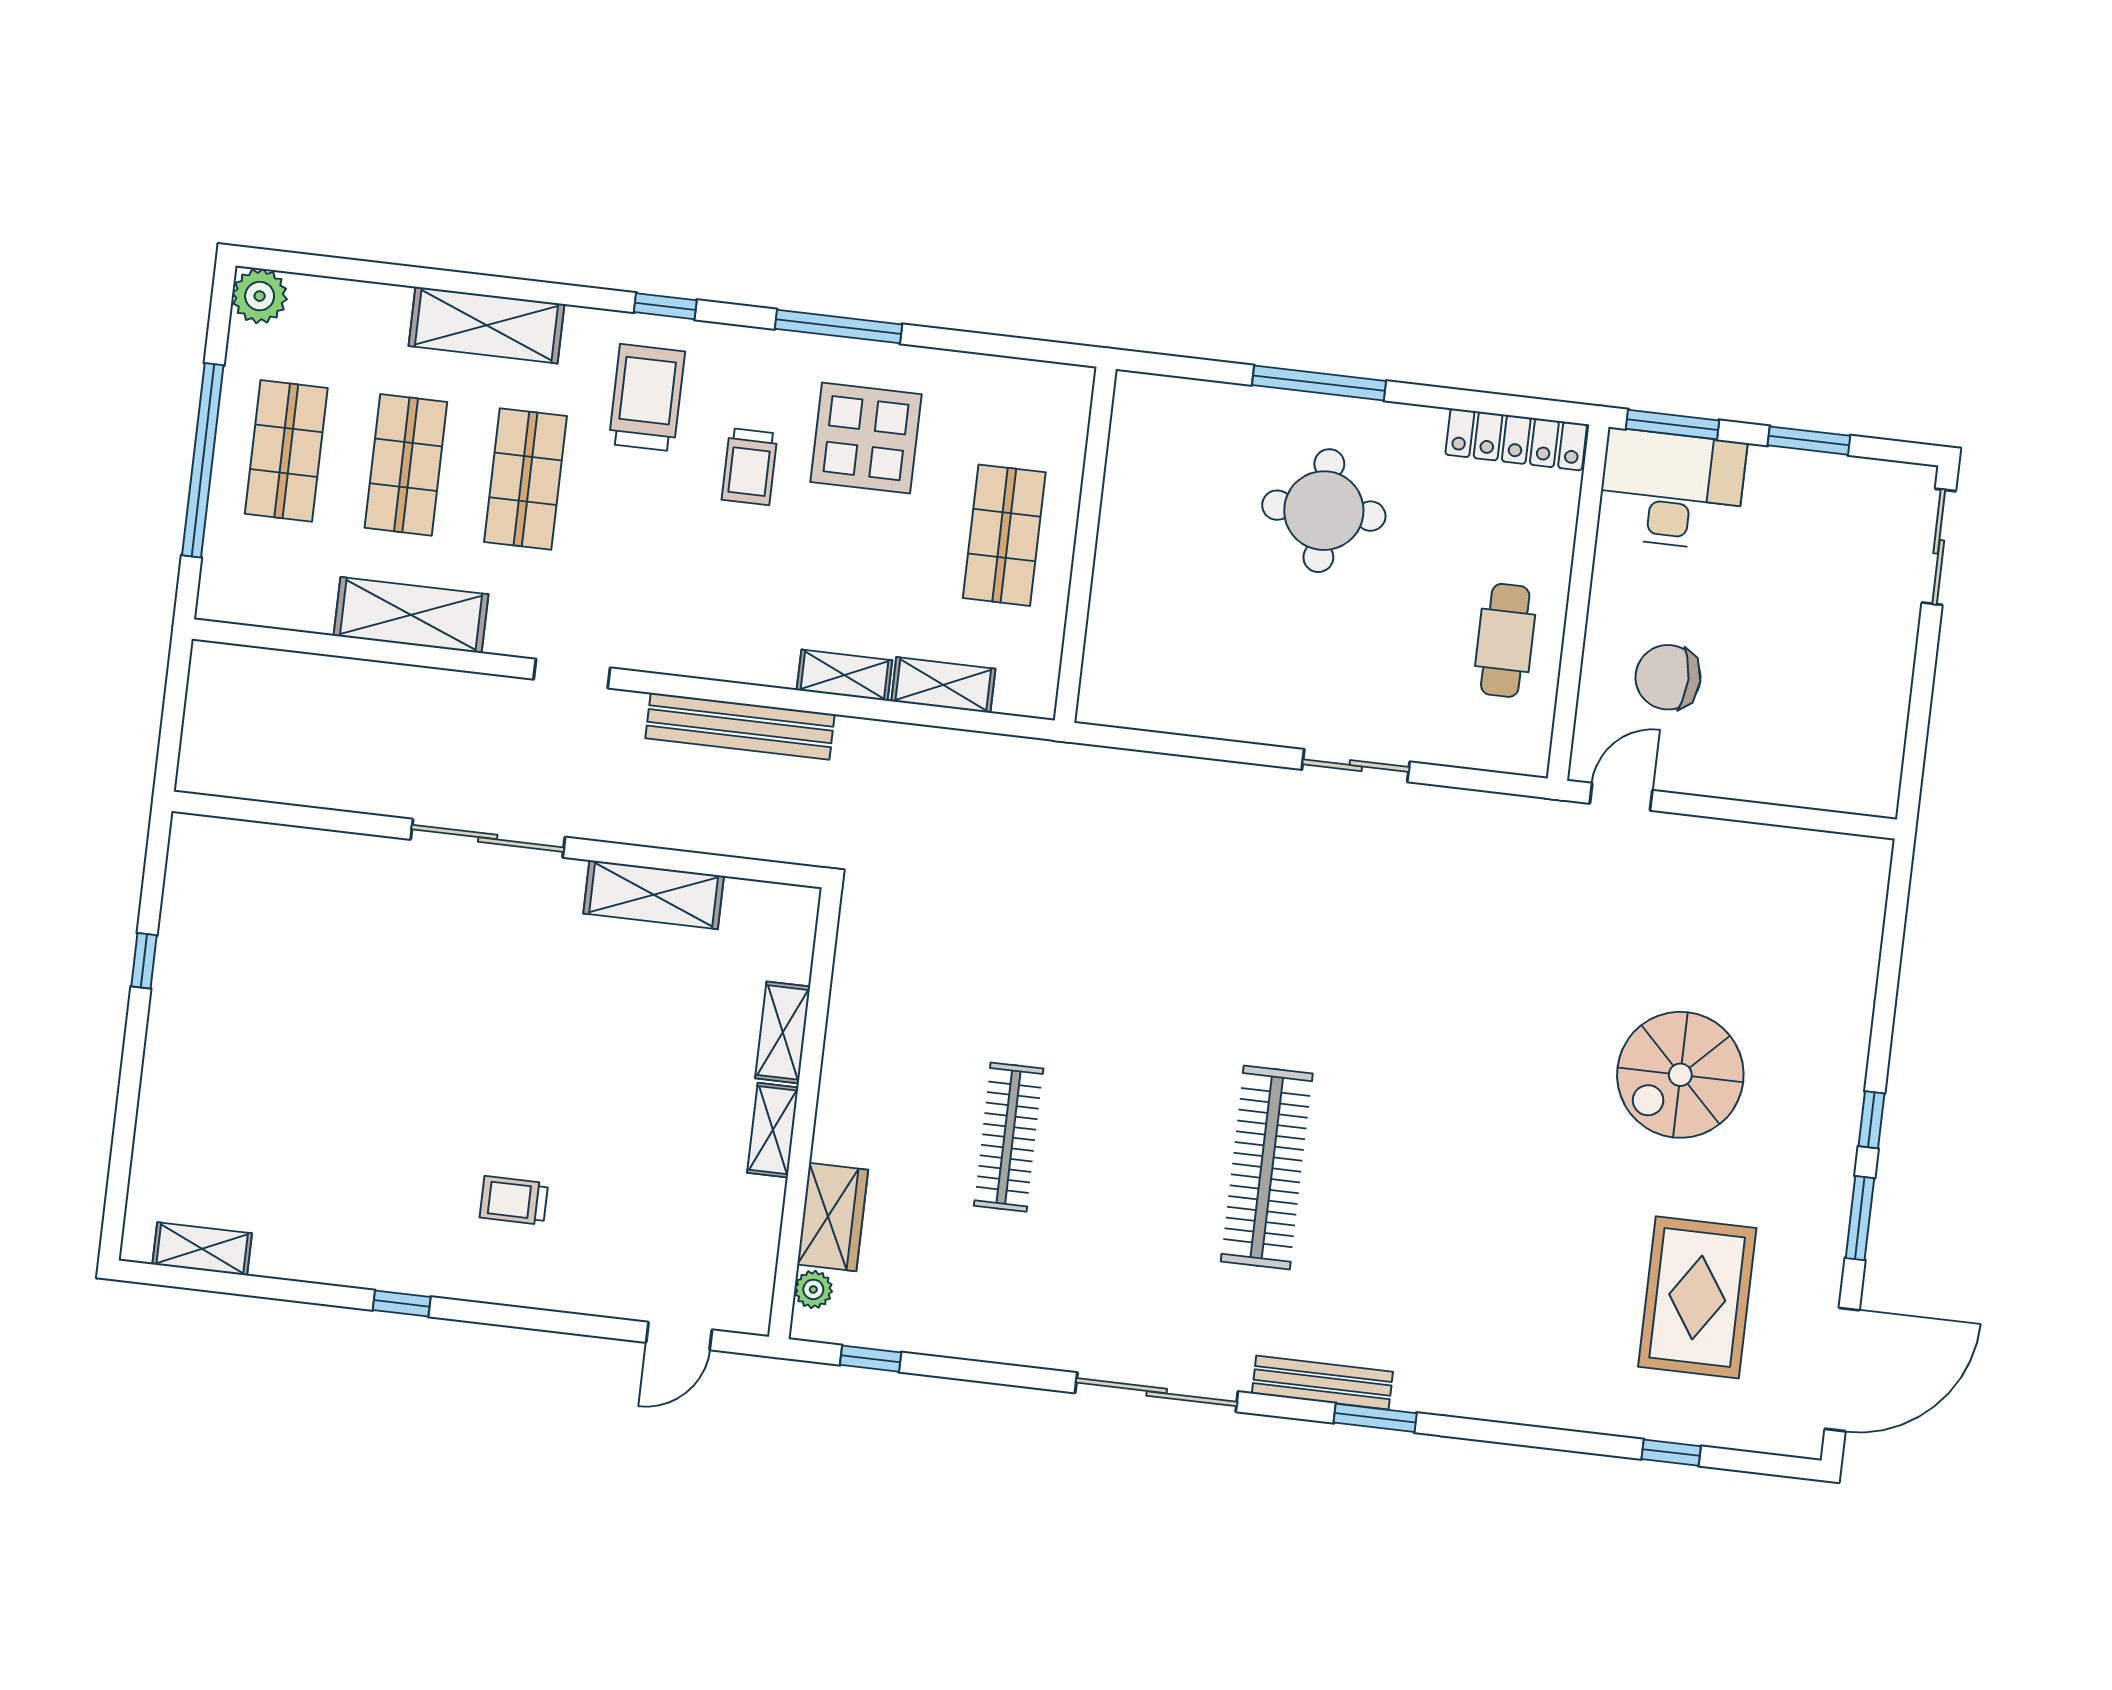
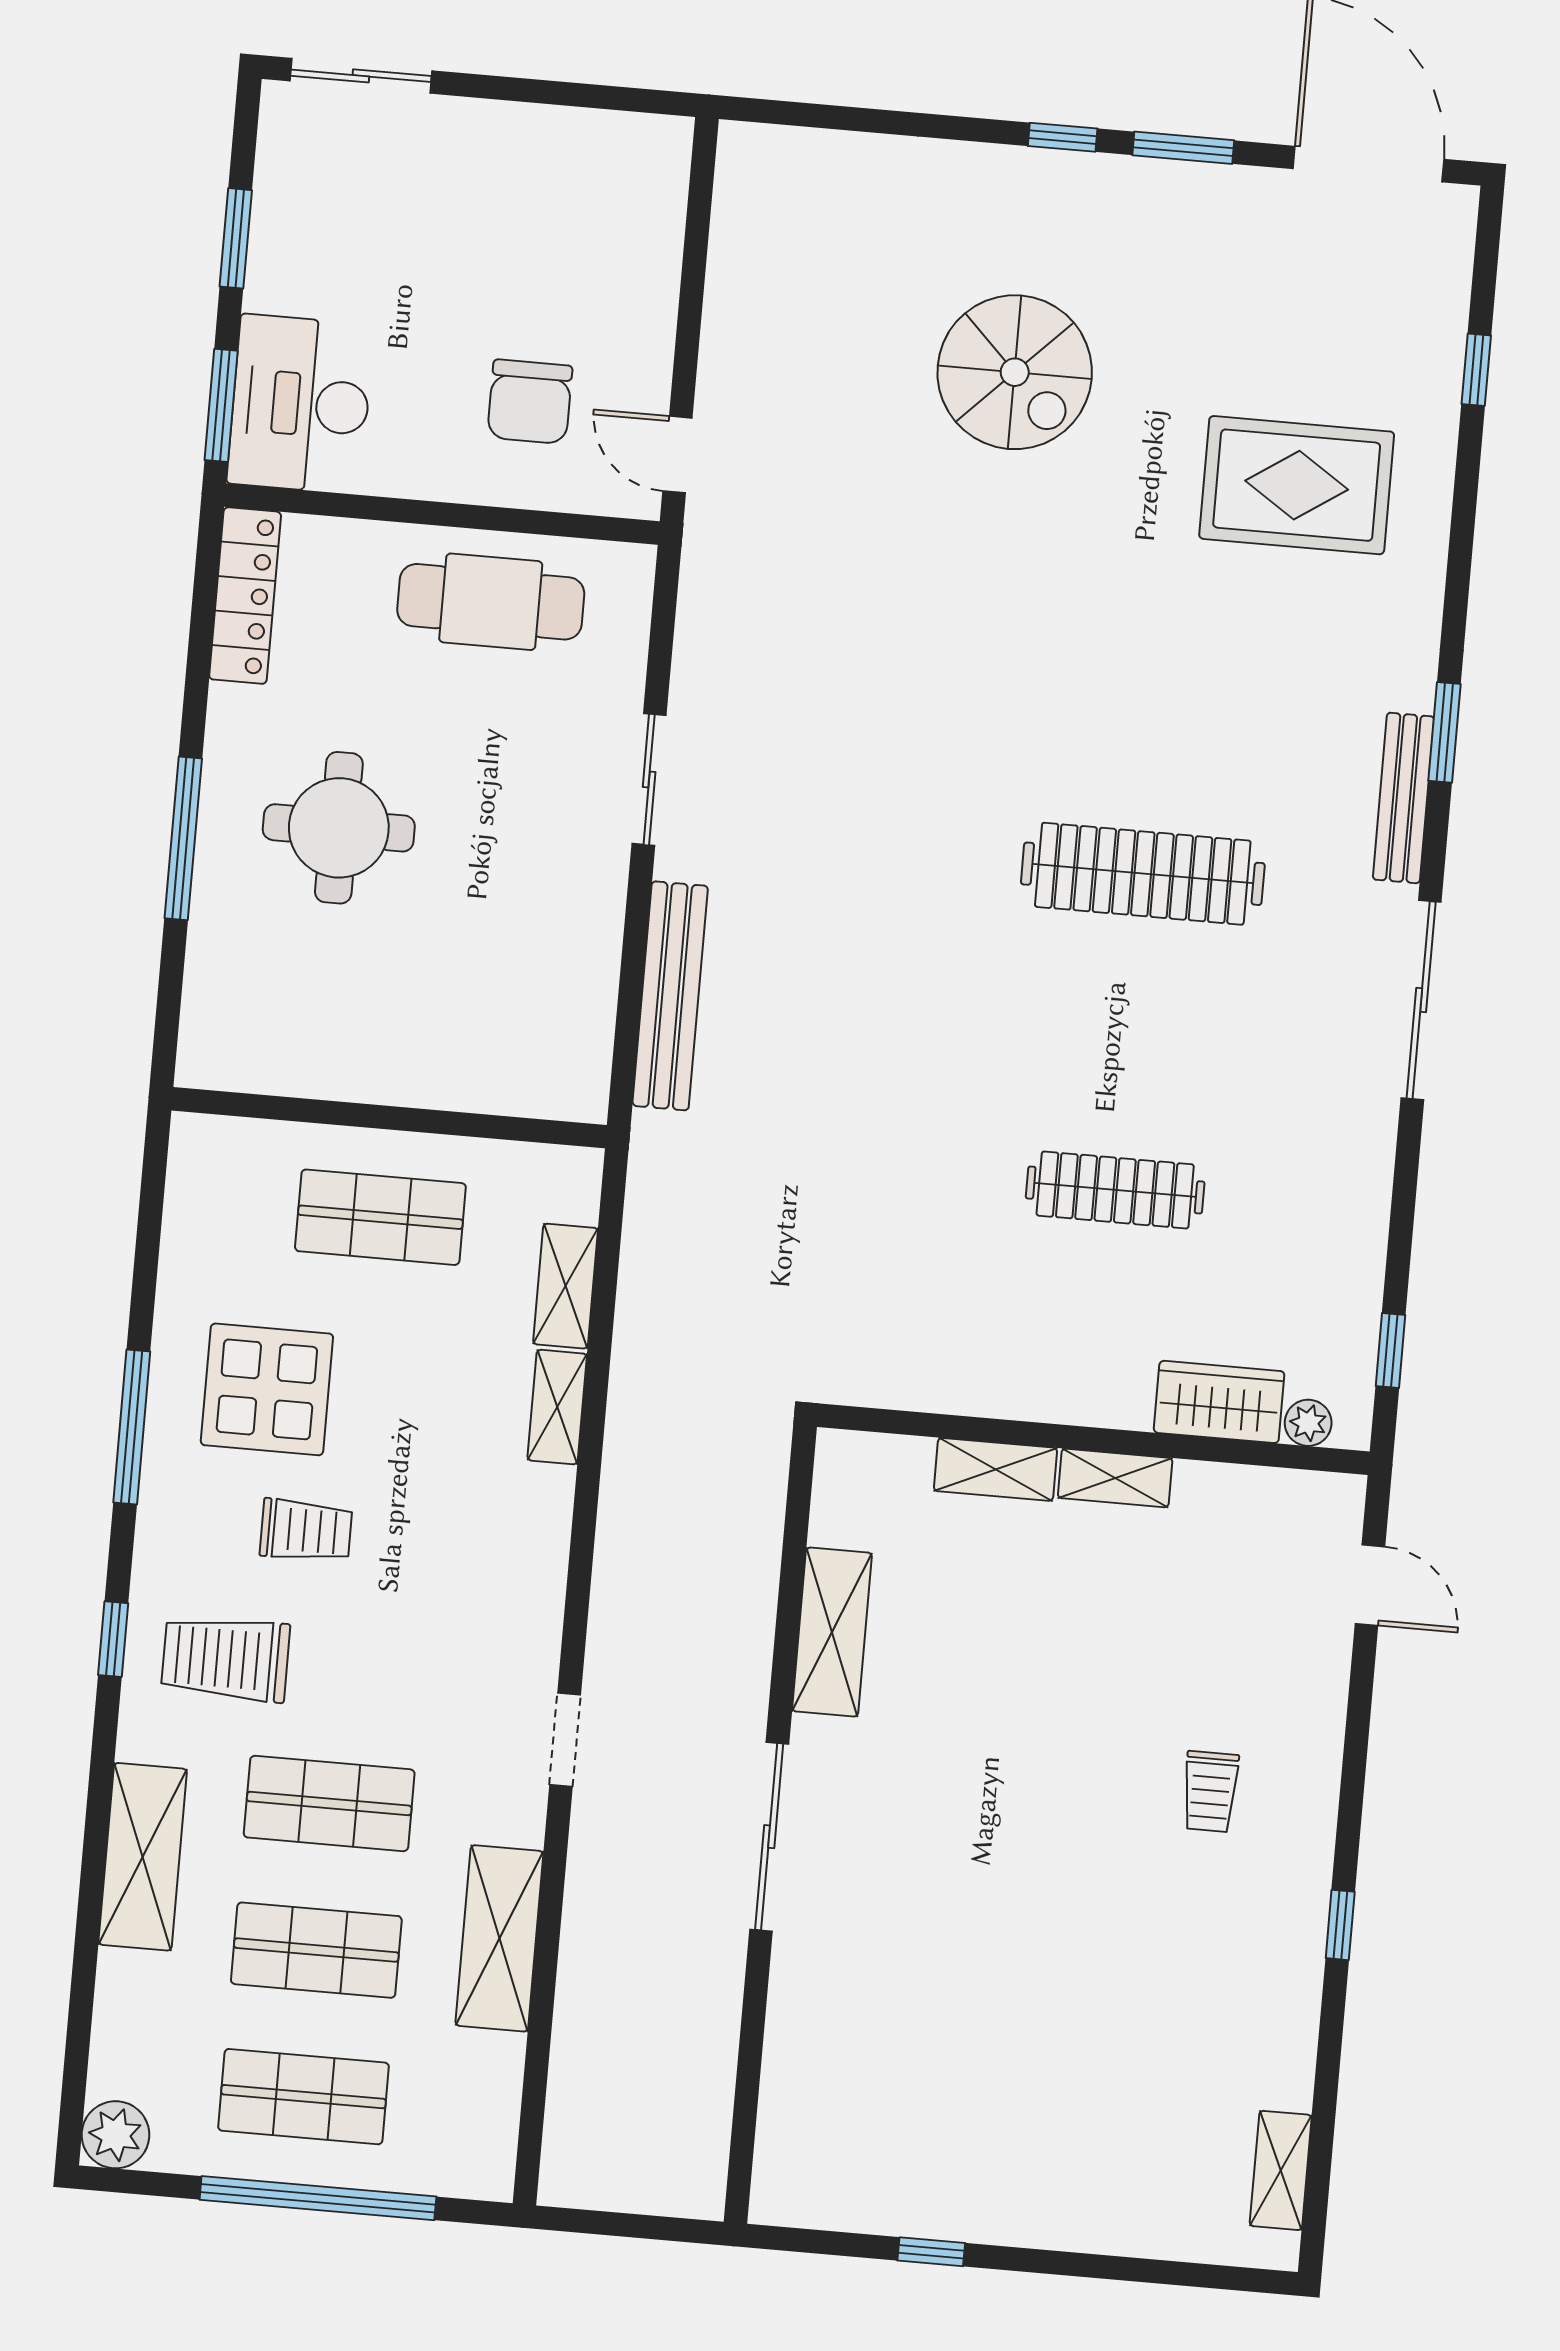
cafe table: (1505, 640) -> (491, 602), width x1.37, depth x1.35
bench: (740, 726) -> (670, 996), moved
rug: (1697, 1297) -> (1297, 485), moved

